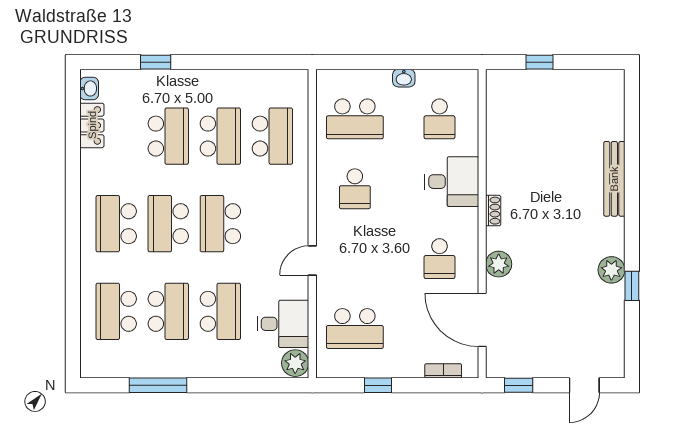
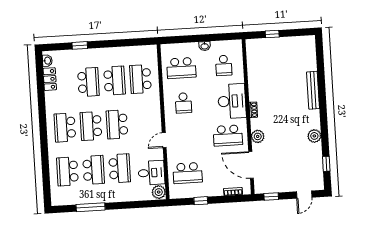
school desk: (272, 136) -> (141, 79), turned 180
desk: (452, 182) -> (232, 101), width x1.37
school desk: (440, 259) -> (228, 135), width x1.85
window: (632, 286) -> (326, 164), moved

